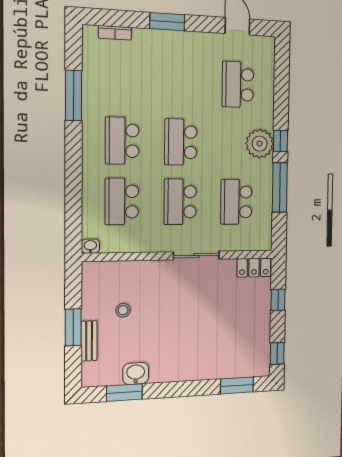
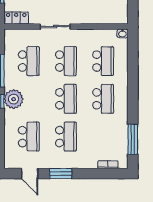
window: (167, 22) -> (61, 174), moved
school desk: (181, 82) -> (66, 137), added
window: (74, 95) -> (133, 139), moved

